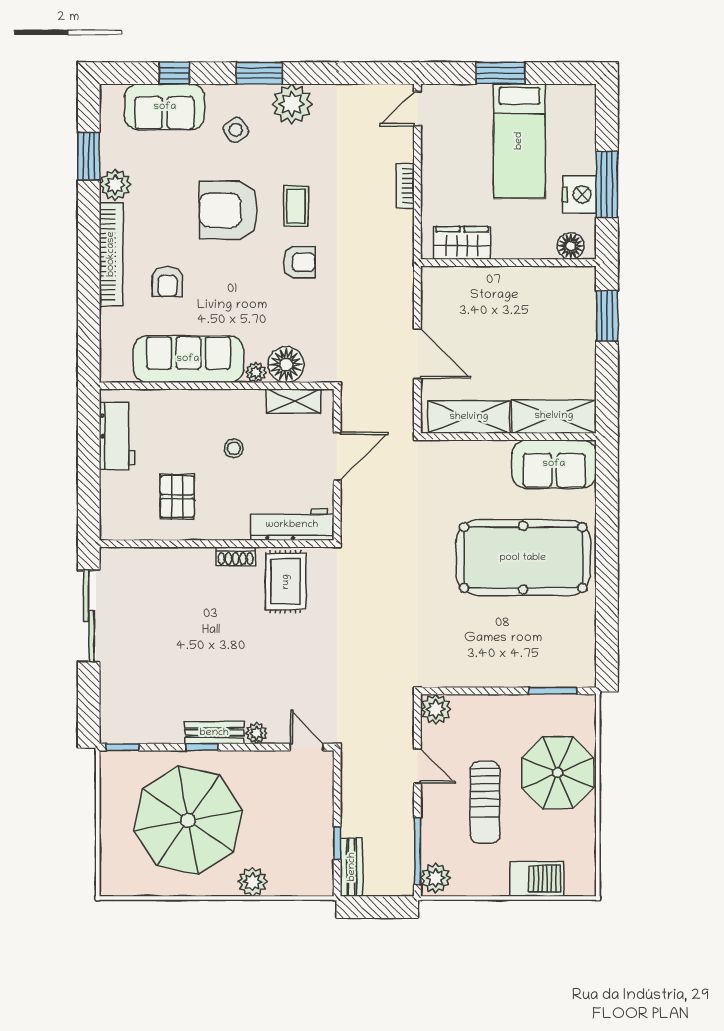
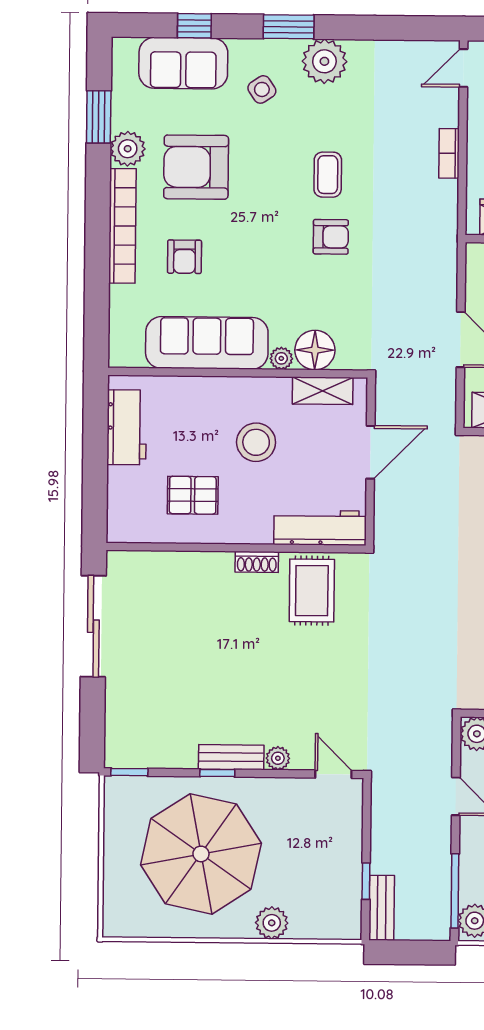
armchair: (228, 210) -> (196, 167), moved
stool: (234, 448) -> (256, 442), width x1.89, depth x1.89
pallet: (177, 497) -> (193, 495), turned 90

